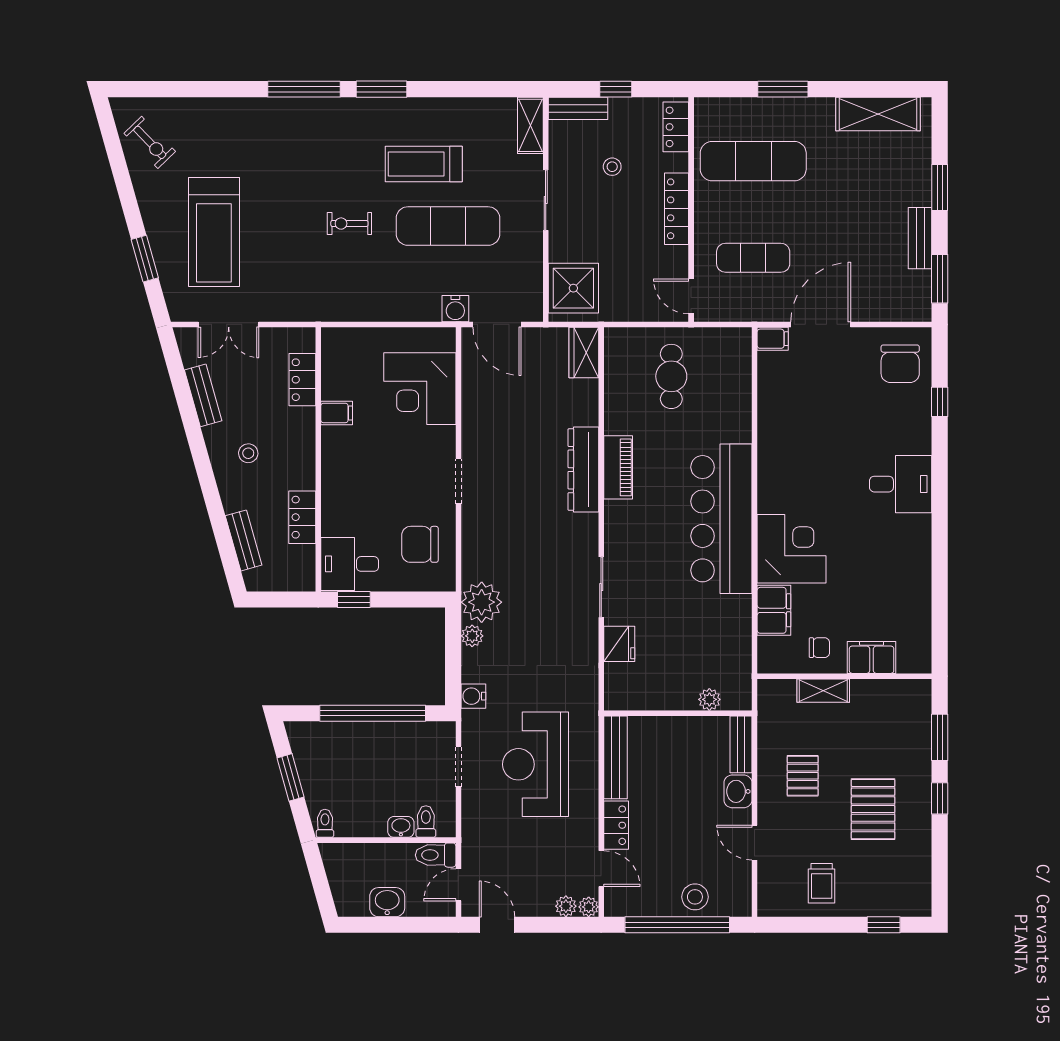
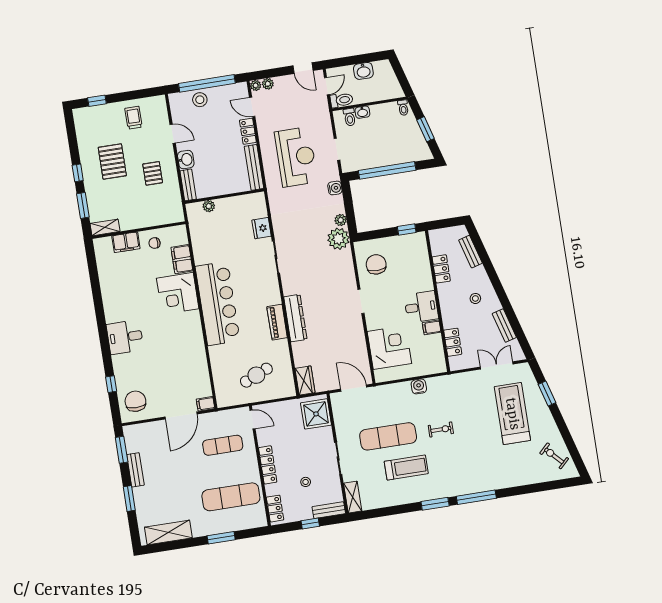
water cooler: (455, 309) -> (419, 386), moved
cafe table: (671, 376) -> (256, 375), turned 67
chair: (420, 544) -> (376, 264), turned -90
desk: (350, 564) -> (421, 307), moved
shelving: (823, 691) -> (105, 227), moved

